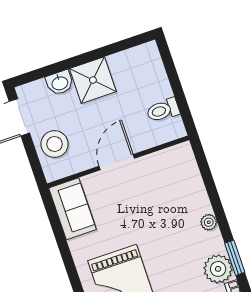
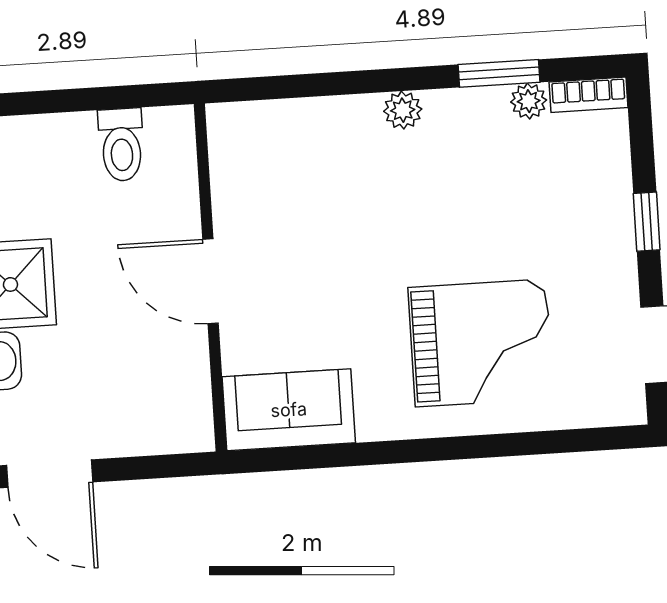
stool: (55, 144) -> (131, 411), removed
plant: (218, 269) -> (529, 101), width x0.53, depth x0.53

